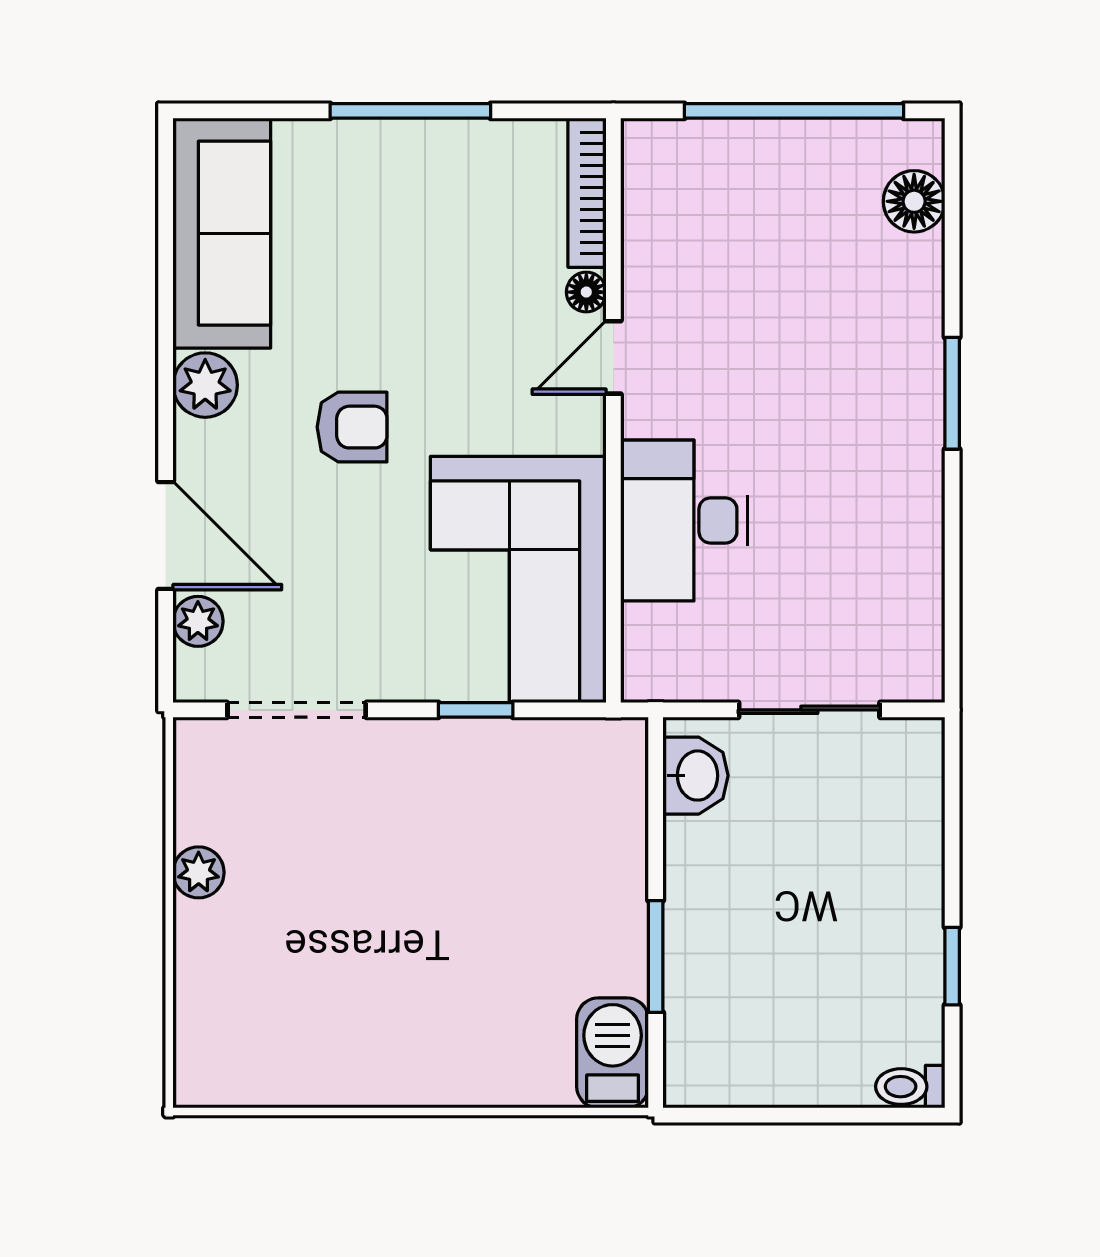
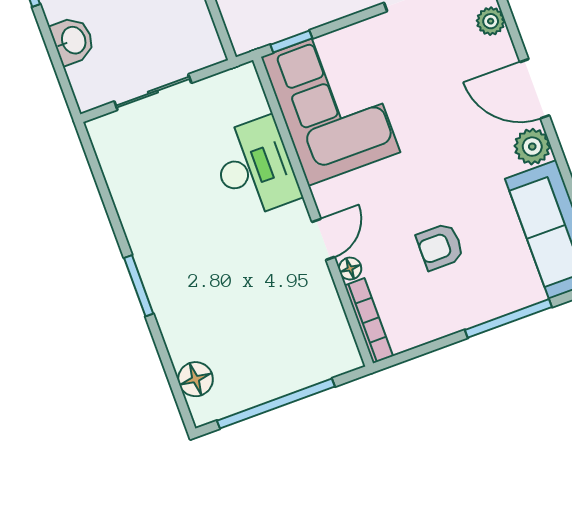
window: (410, 111) -> (508, 318), moved
armchair: (352, 427) -> (440, 247), moved
door: (166, 535) -> (535, 89), moved
window: (476, 710) -> (291, 41), moved
washbasin: (696, 776) -> (73, 41), moved, turned 180

